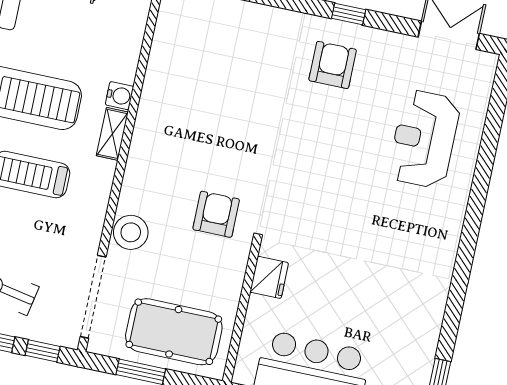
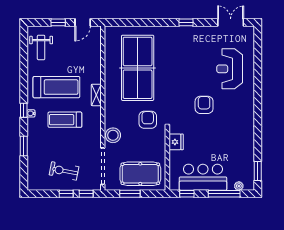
armchair: (333, 65) -> (204, 105), moved
table tennis table: (218, 93) -> (138, 68), added
water cooler: (119, 96) -> (96, 78), removed

